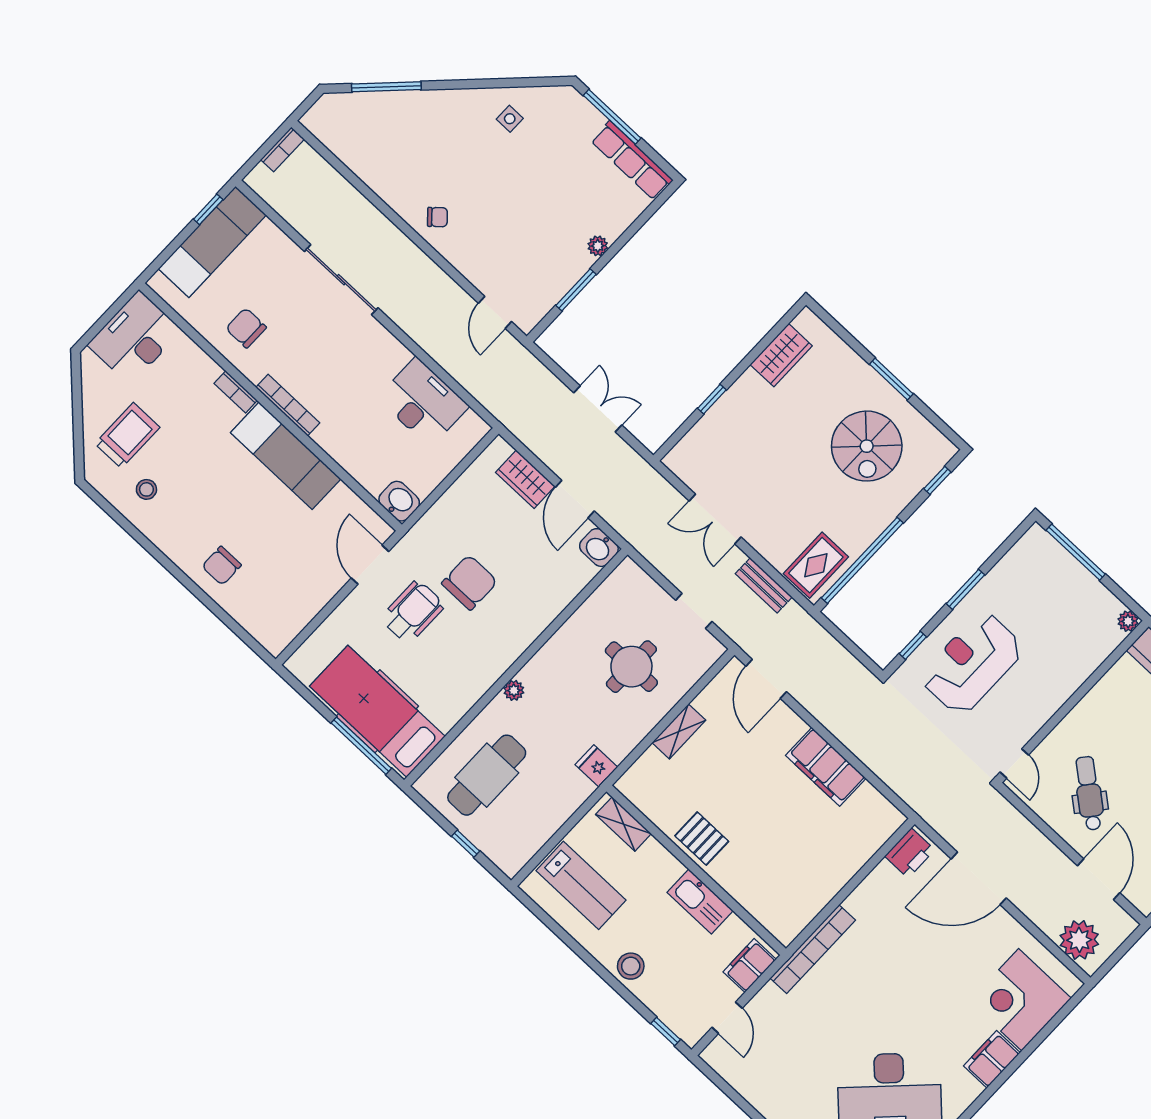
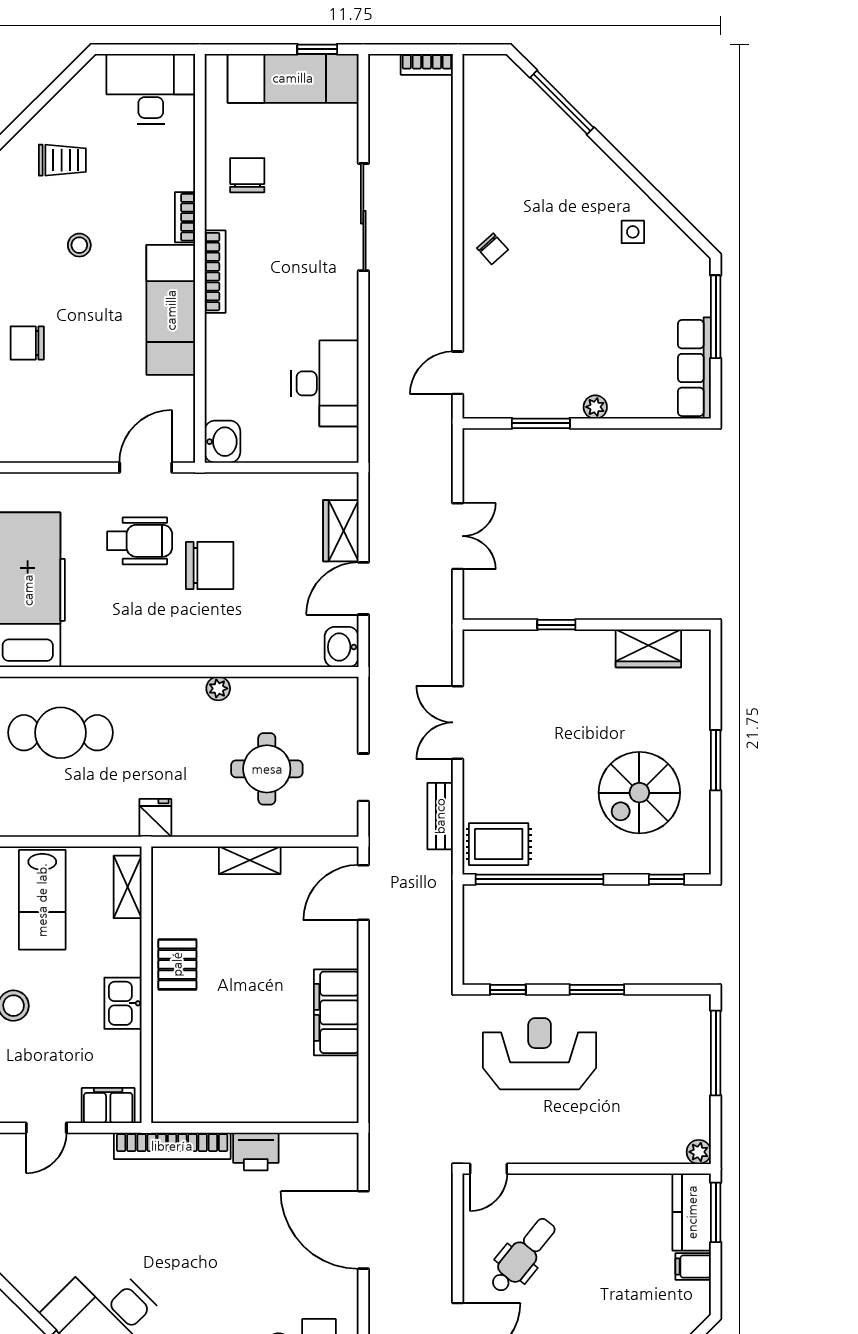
trolley: (127, 435) -> (62, 160), width x0.73, depth x0.72
stool: (146, 489) -> (79, 245), moved
plant: (514, 690) -> (218, 688), moved
printer: (910, 853) -> (256, 1151), moved
kitchen sink: (700, 901) -> (123, 1003), width x0.73

